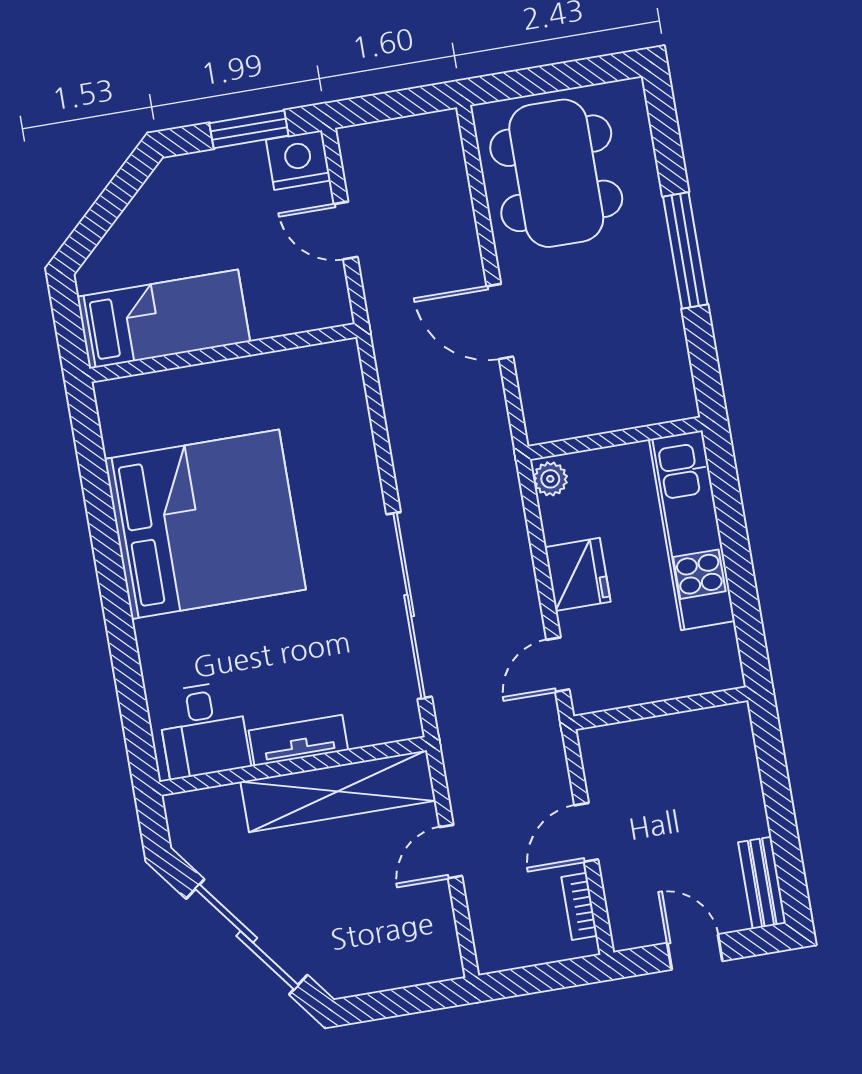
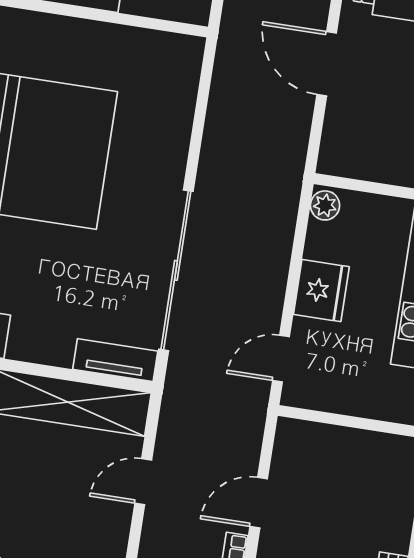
tv unit: (298, 740) -> (115, 360), moved

